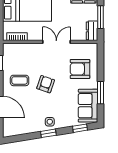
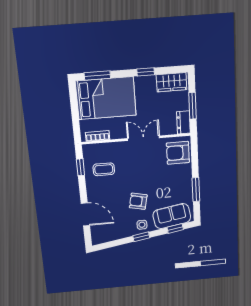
armchair: (80, 69) -> (178, 153), moved
coffee table: (20, 80) -> (104, 169), moved
armchair: (46, 84) -> (138, 201), moved, turned -97
sofa: (88, 106) -> (172, 216), moved, turned 81

